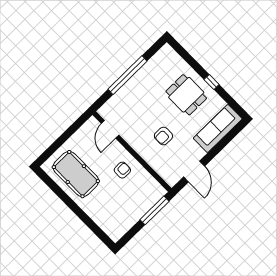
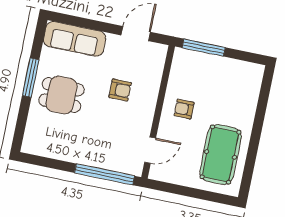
window: (127, 75) -> (105, 174), moved
window: (212, 82) -> (31, 78), width x2.17
dining table: (186, 95) -> (61, 95), turned 90

